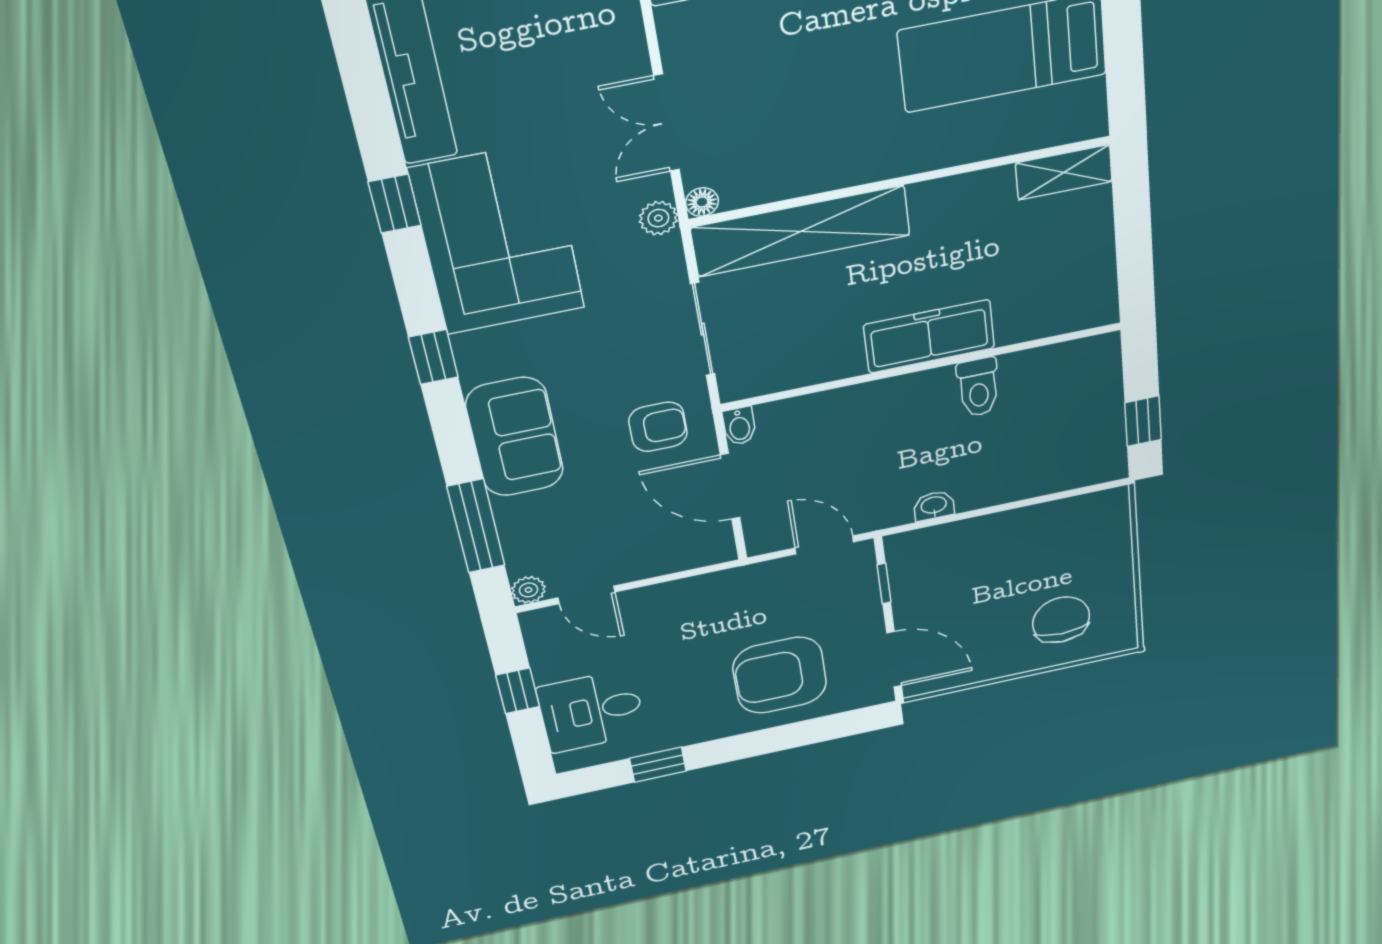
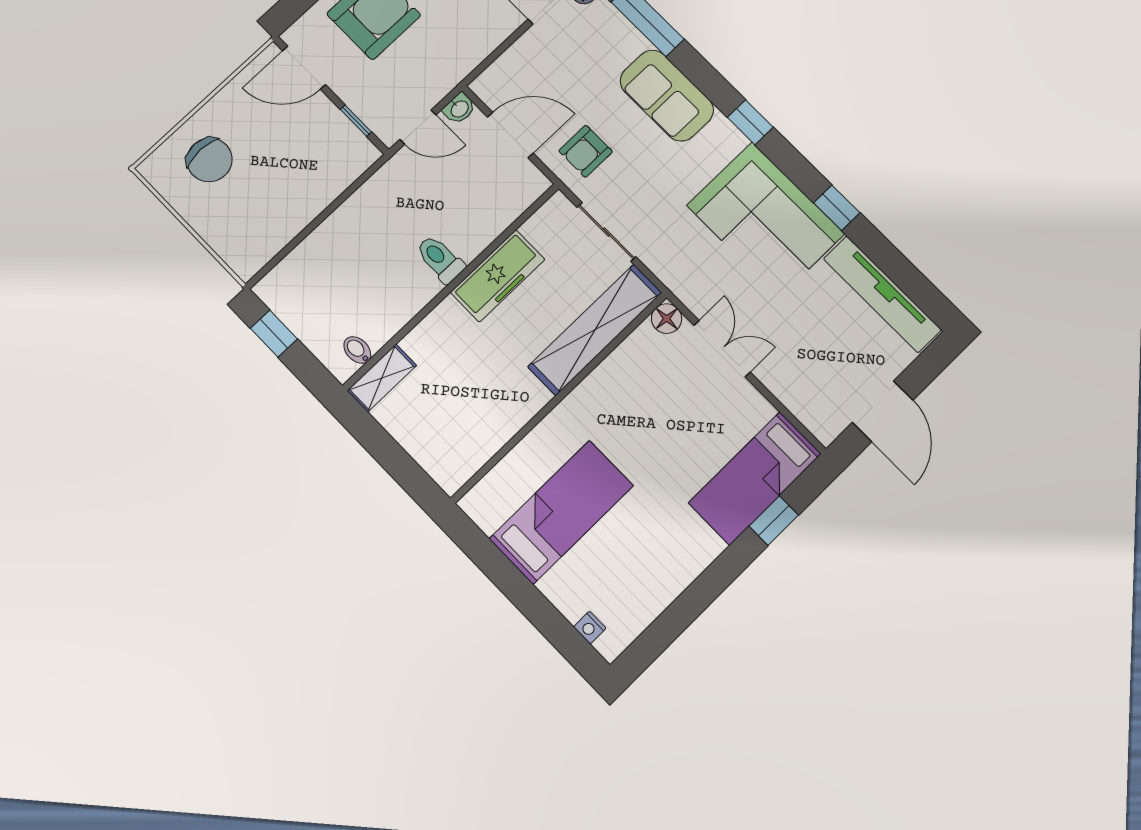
shelving: (1064, 172) -> (382, 378), moved
floor lamp: (702, 202) -> (667, 319), width x1.37, depth x1.37
plant: (658, 218) -> (684, 288), removed
freezer: (929, 336) -> (498, 276), moved
toilet: (978, 387) -> (440, 259), moved
bidet: (739, 426) -> (357, 350), moved
washbasin: (934, 506) -> (459, 109), moved

